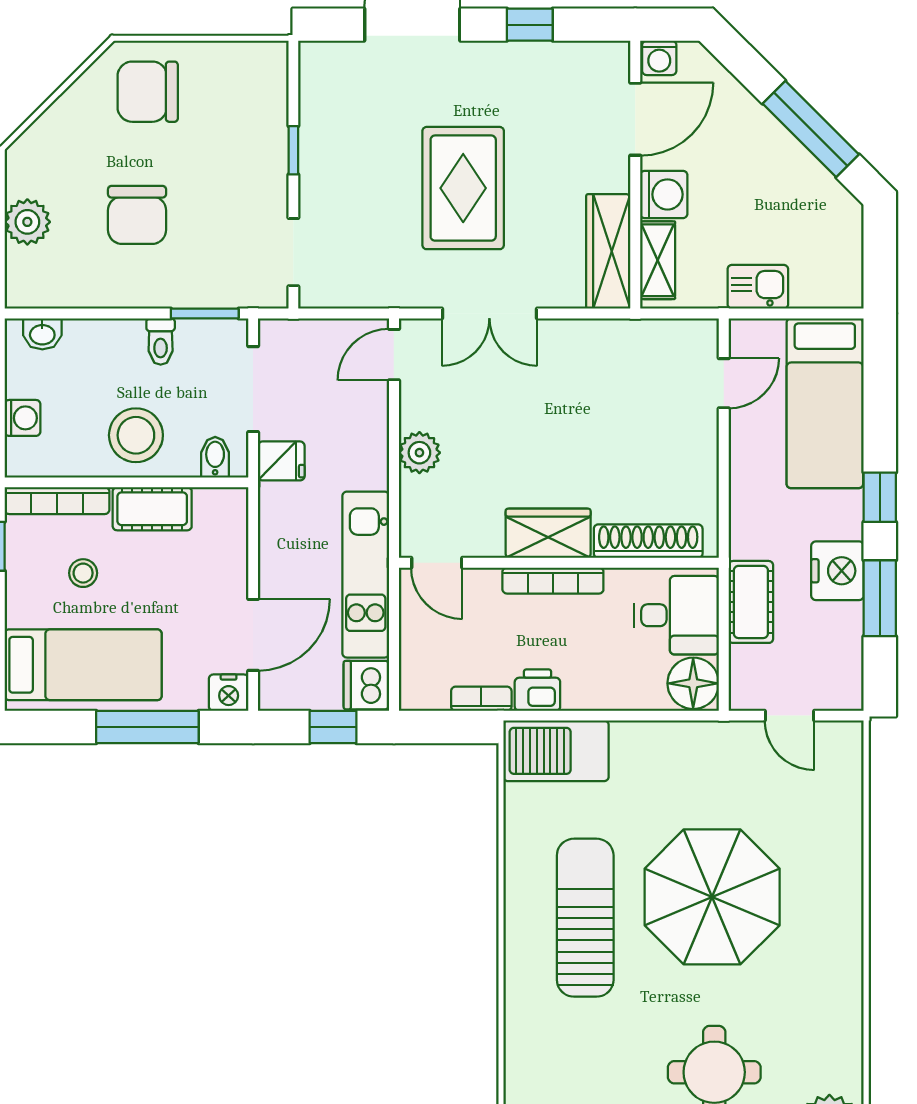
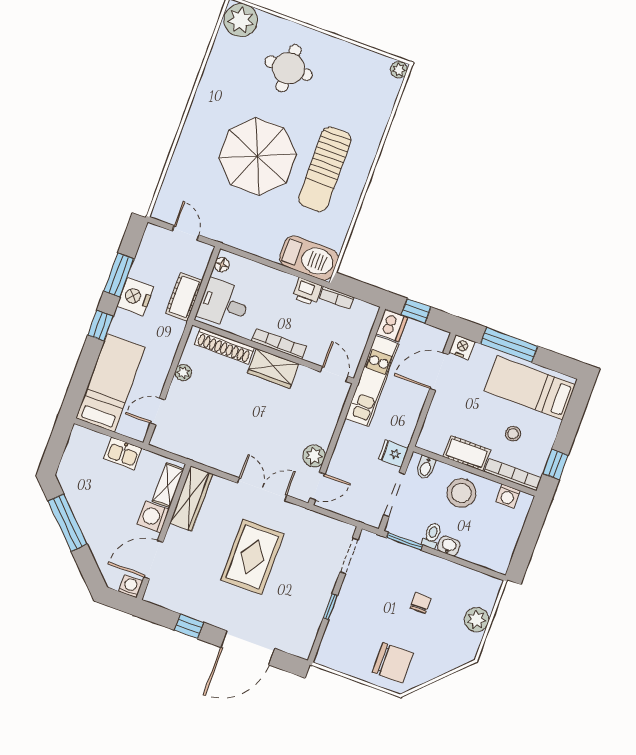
chair: (137, 215) -> (420, 603), width x0.54, depth x0.54
washbasin: (42, 334) -> (449, 546), moved
washing machine: (23, 418) -> (508, 496), moved, turned -90
plant: (419, 453) -> (314, 456), moved
plant: (704, 468) -> (183, 373), added
floor lamp: (693, 683) -> (222, 265), width x0.53, depth x0.53

